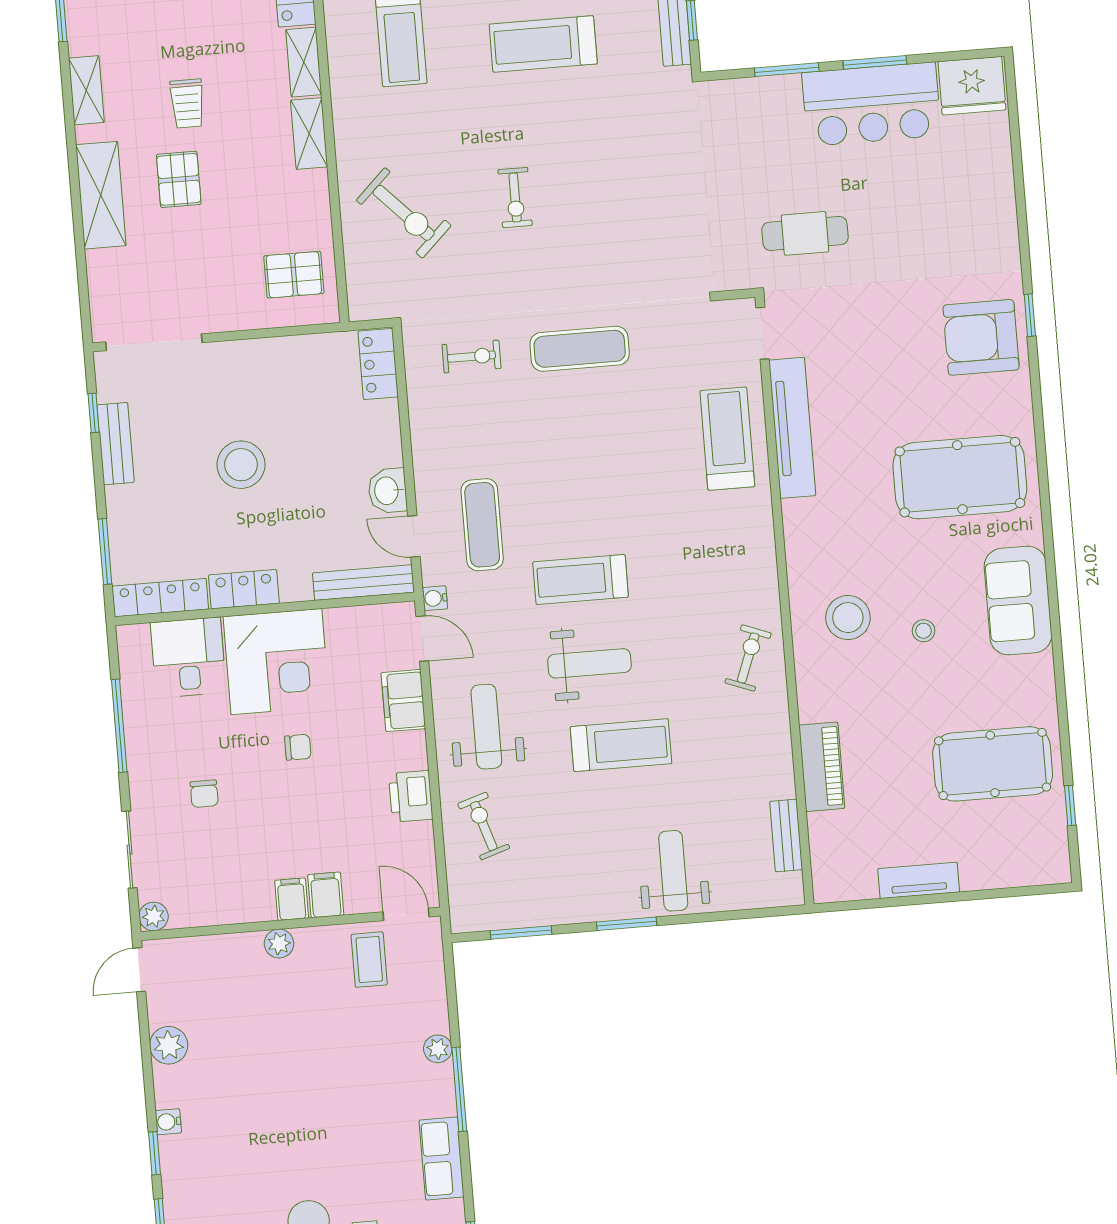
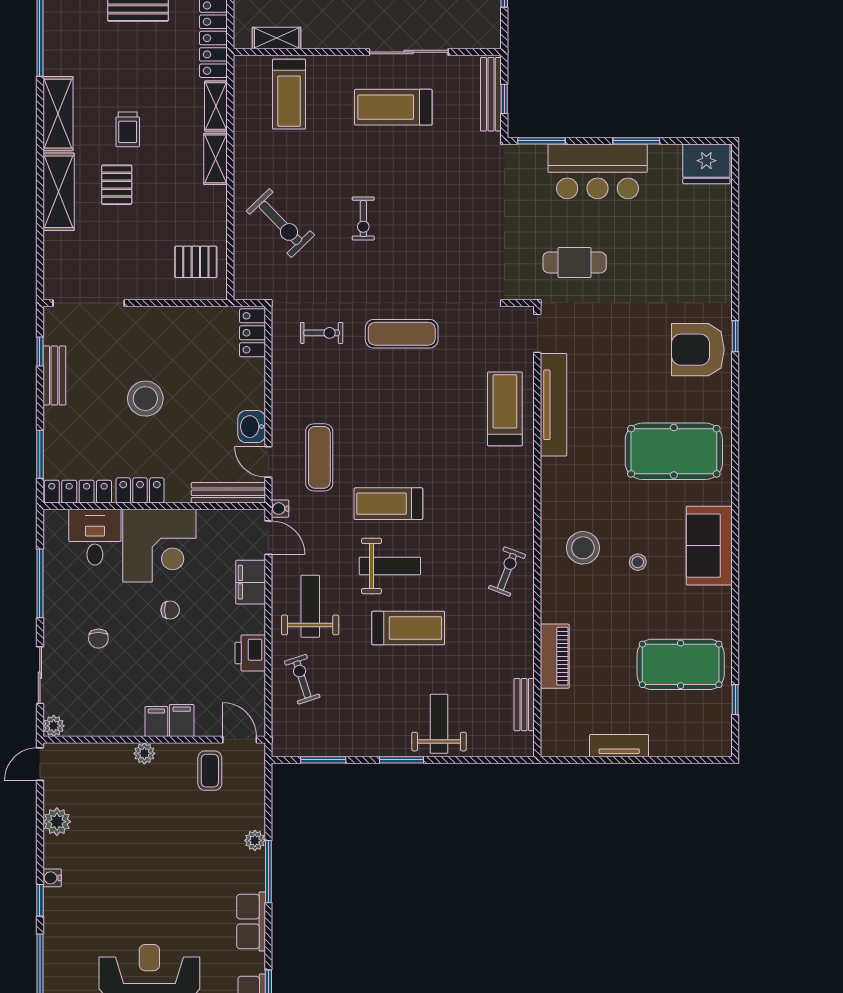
window: (787, 70) -> (541, 141), moved
shelving: (86, 90) -> (58, 114), width x1.50, depth x1.33
bar counter: (871, 104) -> (598, 171), moved

